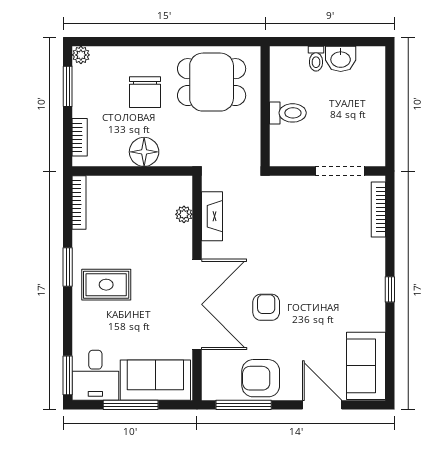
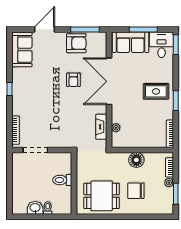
plant: (81, 55) -> (169, 183), moved
chair: (145, 92) -> (136, 191), turned -90
door: (322, 405) -> (45, 29), swing flipped

